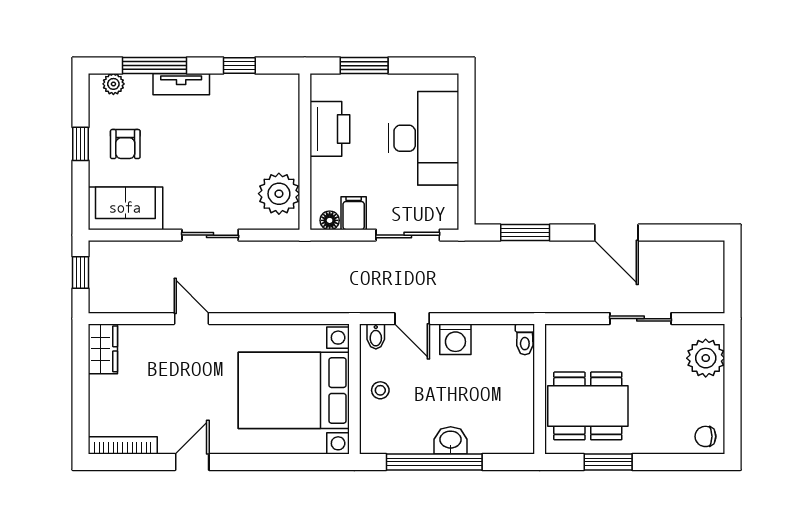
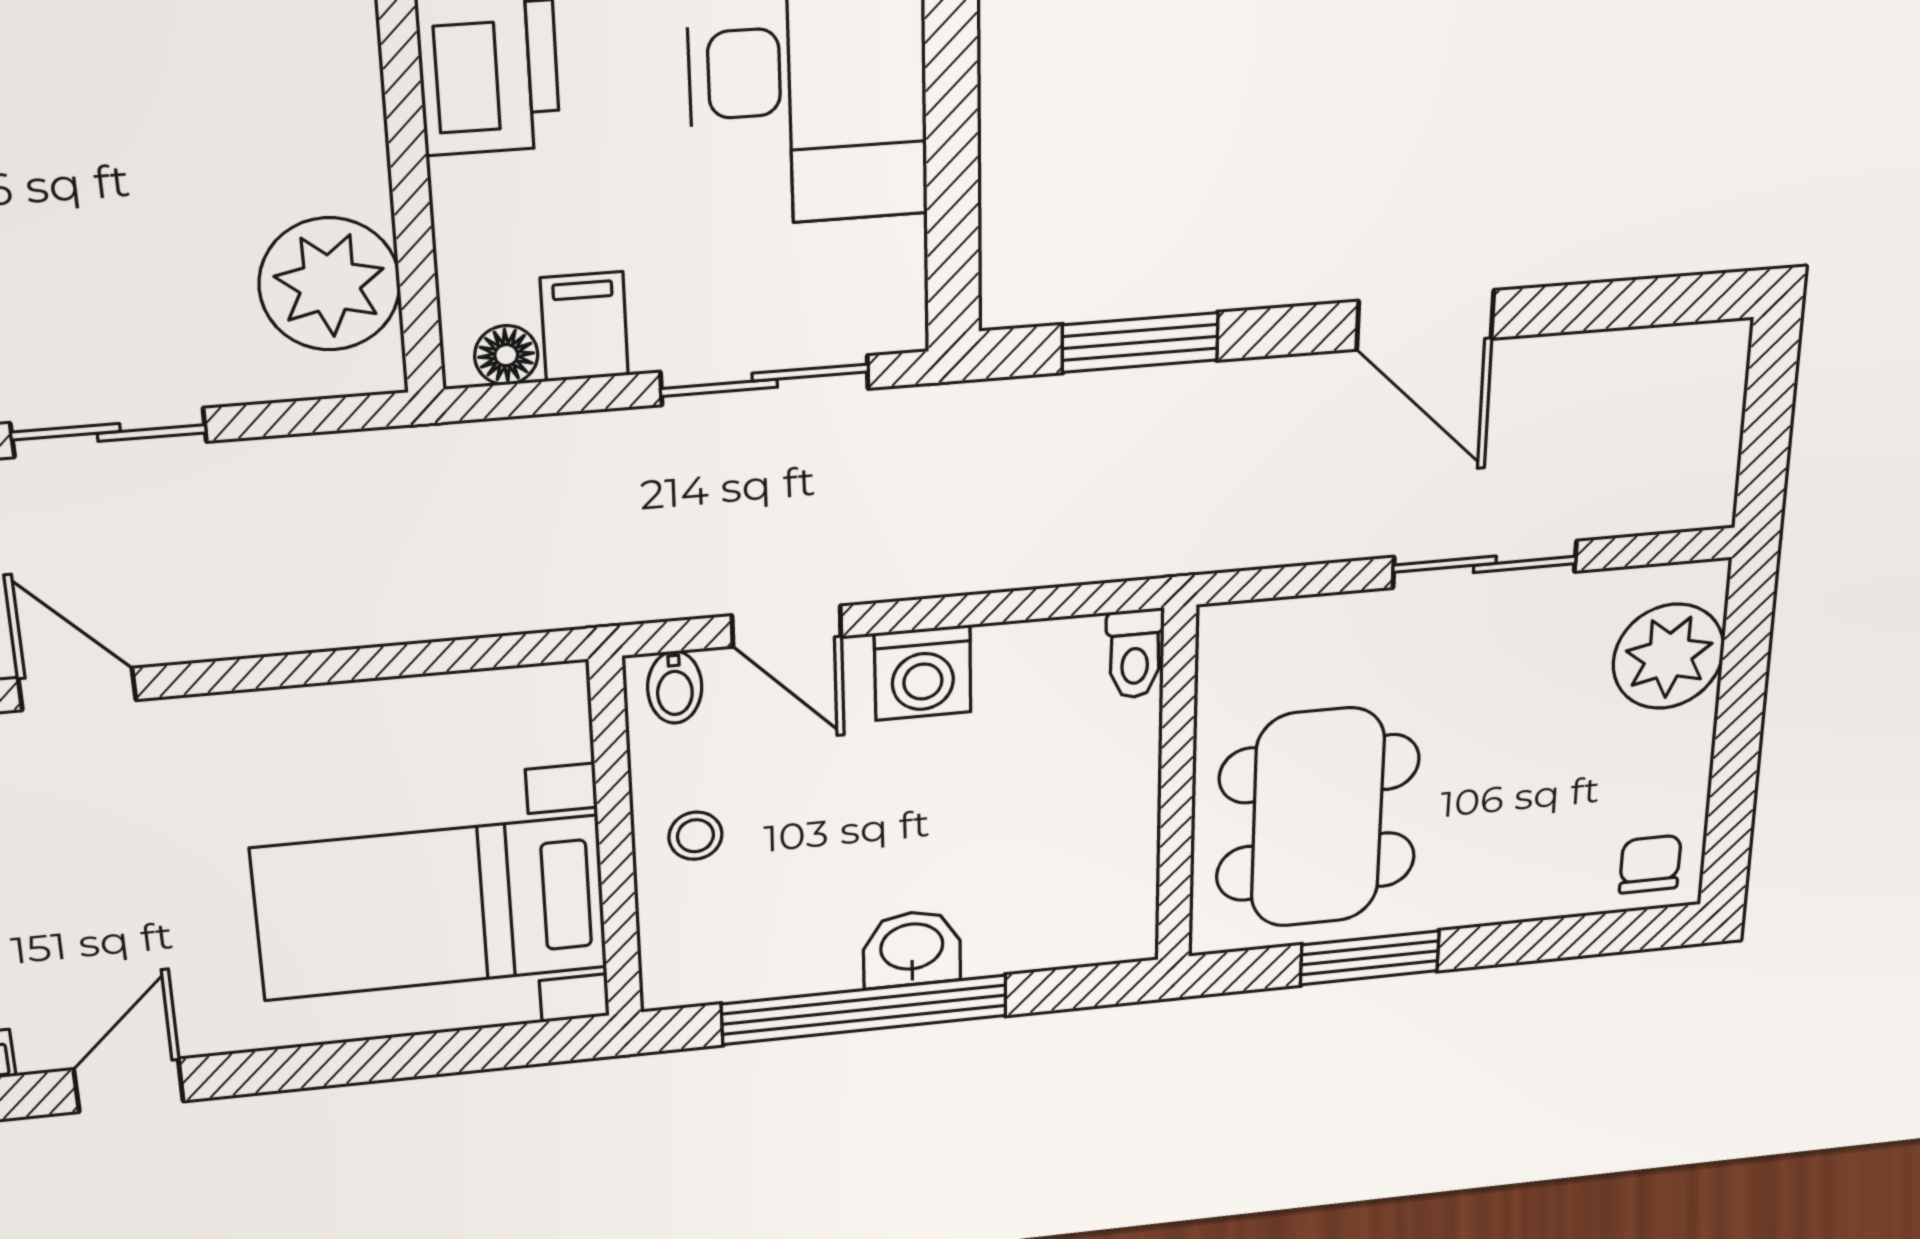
bed with nightstands: (294, 390) -> (431, 908), width x0.73
dining table: (588, 406) -> (1317, 818), turned 90
chair: (705, 436) -> (1650, 864), turned 90

